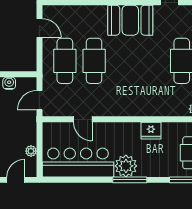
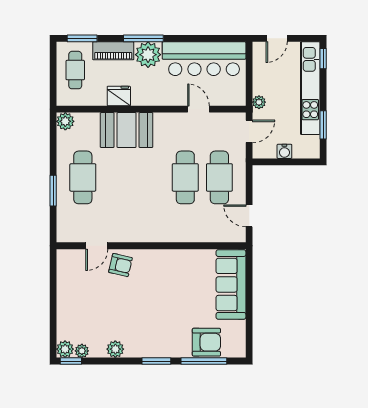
booth: (130, 20) -> (127, 130), moved
plant: (31, 151) -> (259, 102), moved
piano: (156, 169) -> (113, 51), added

